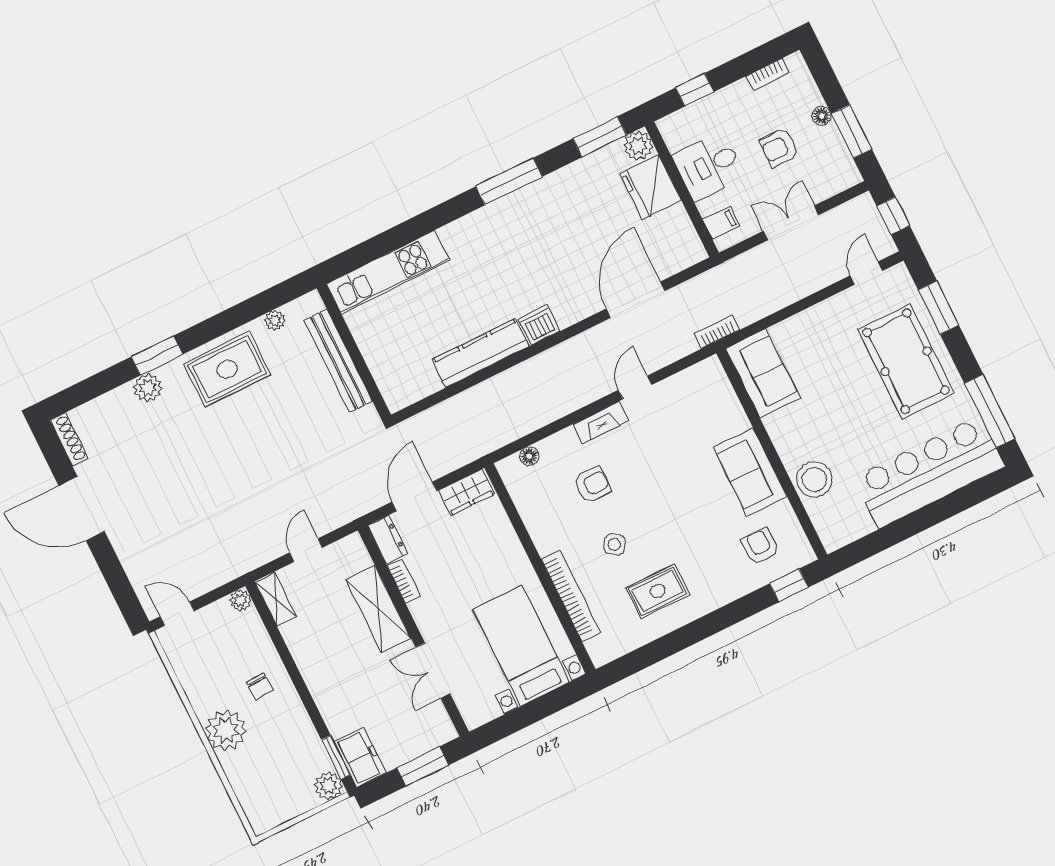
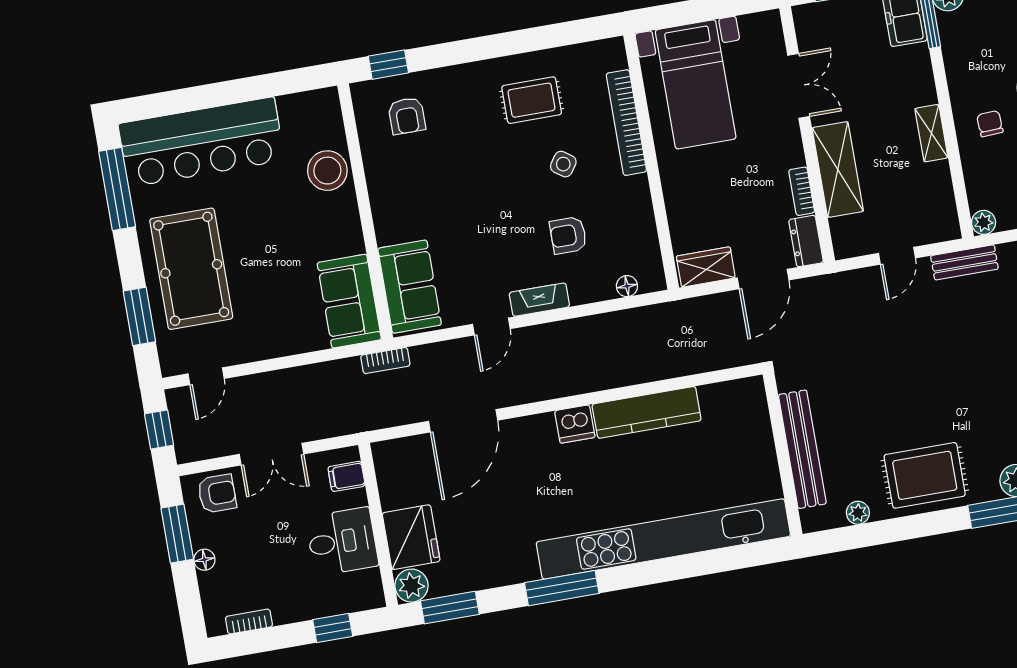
armchair: (779, 147) -> (217, 494), moved
kitchen unit: (388, 272) -> (663, 539), width x1.86
sofa: (750, 472) -> (410, 287), moved
bench: (247, 561) -> (964, 262), added
shelving: (276, 599) -> (931, 133), moved

